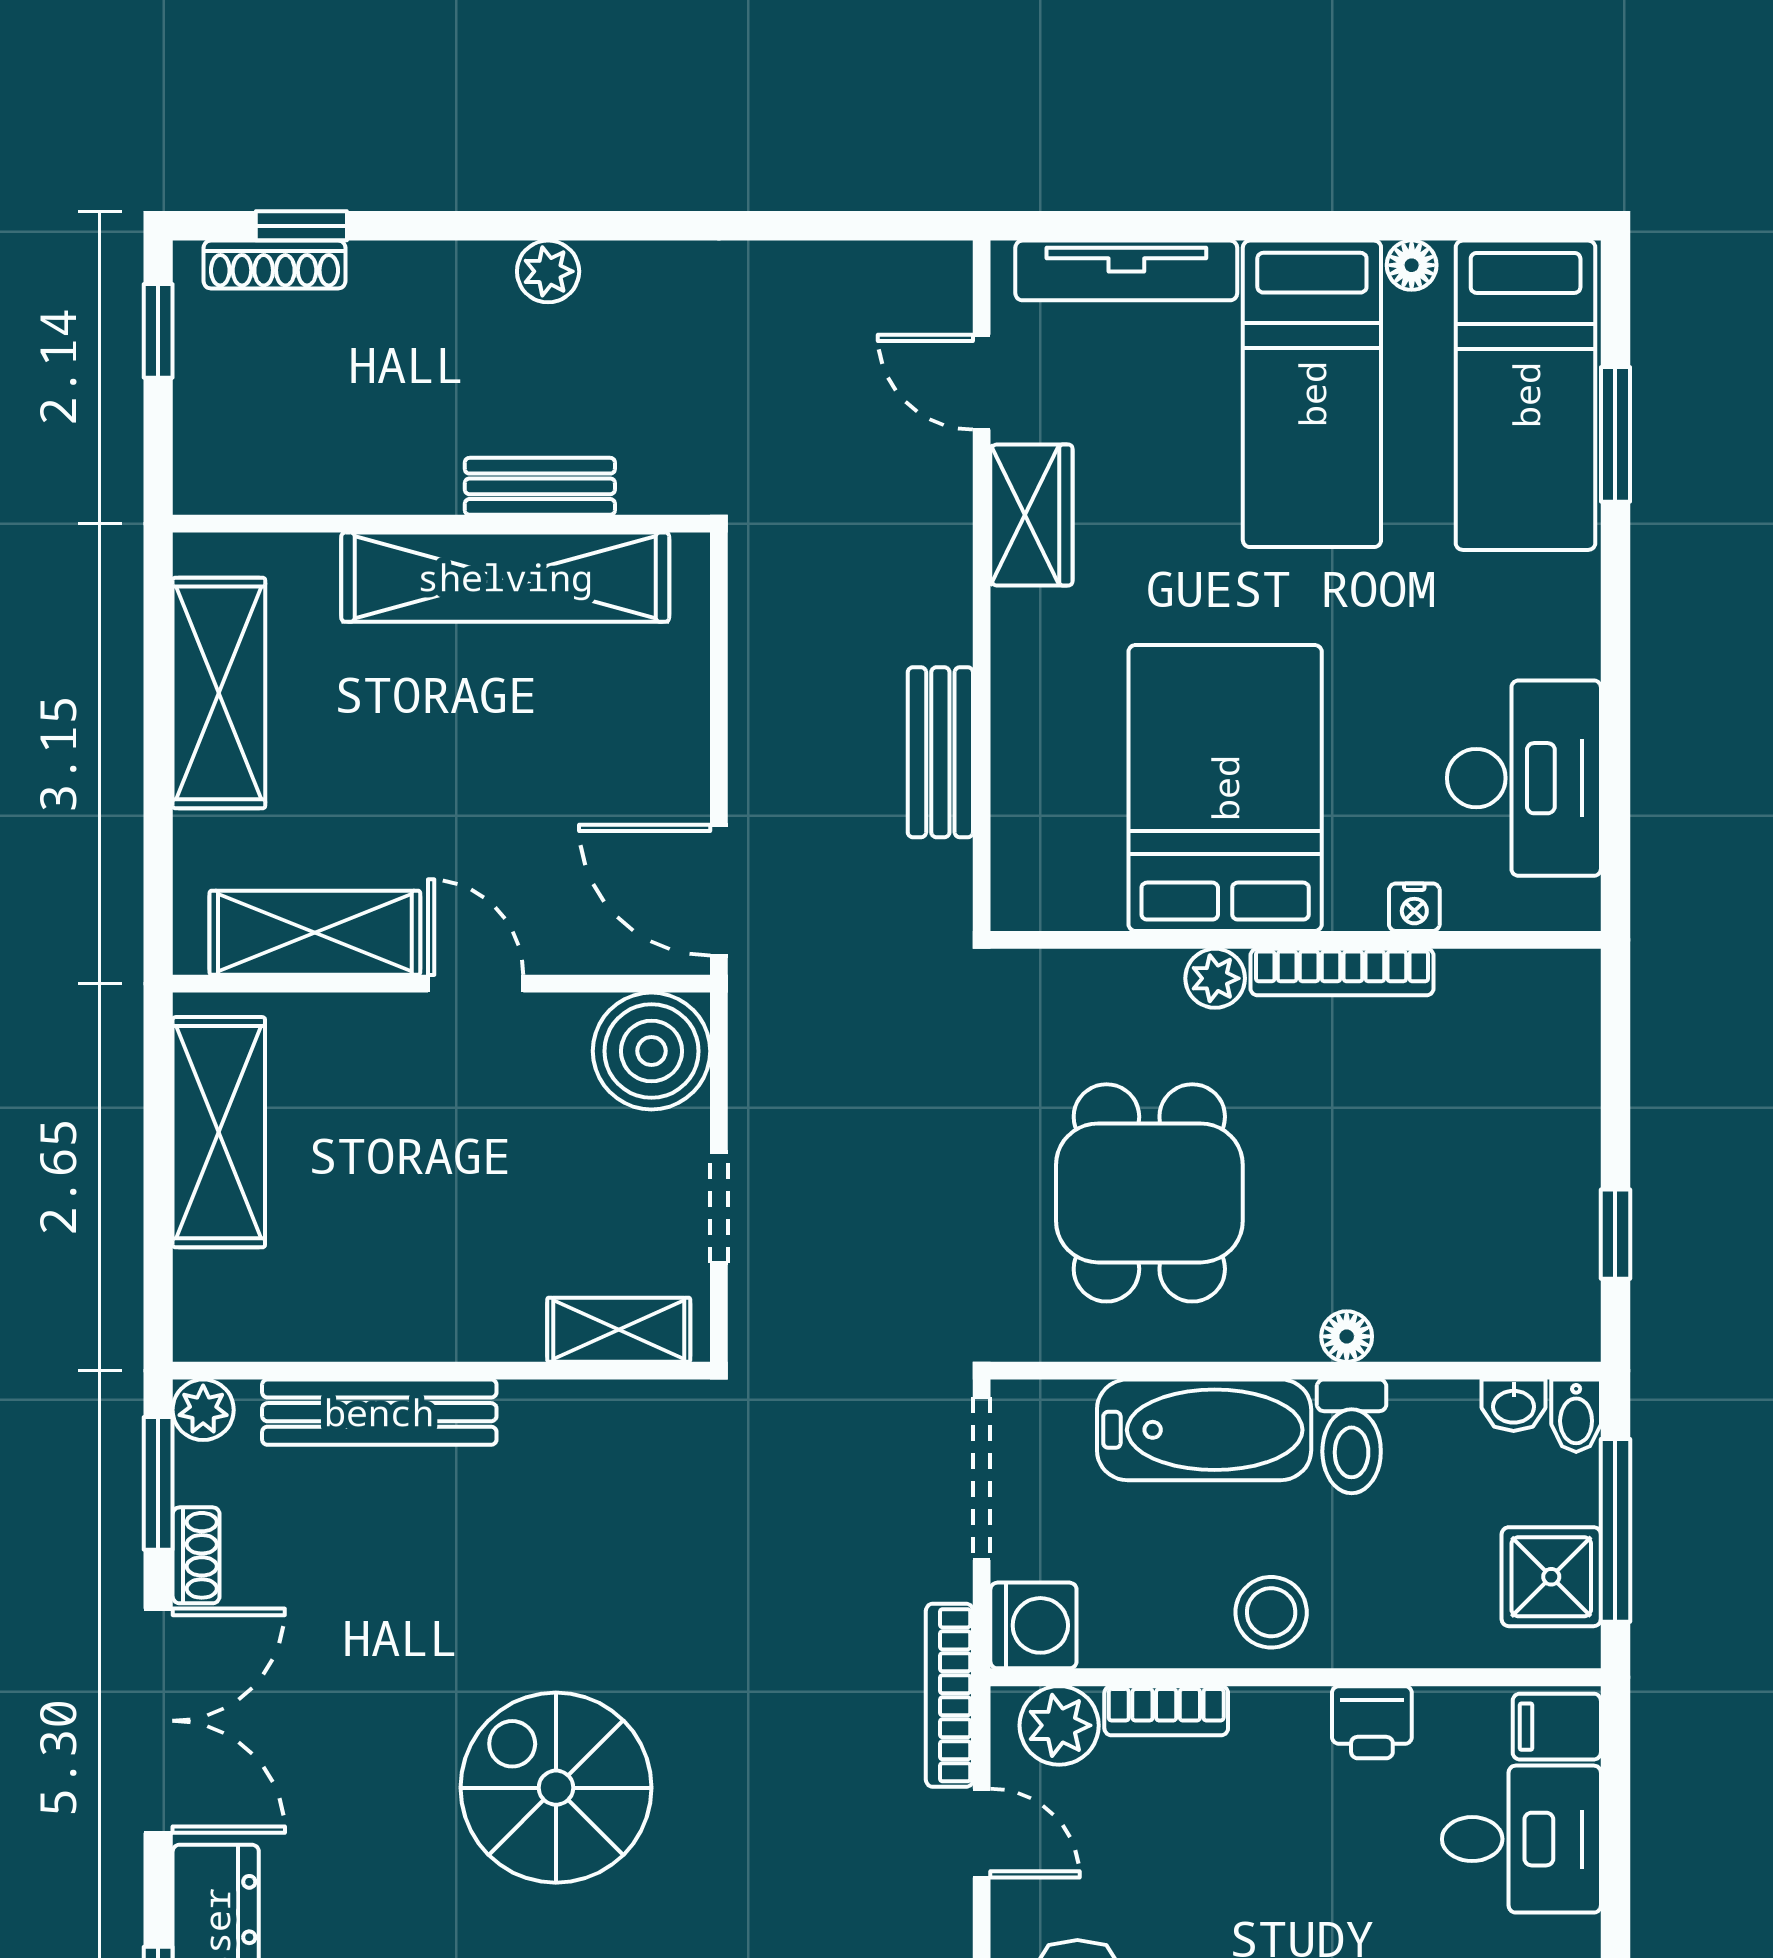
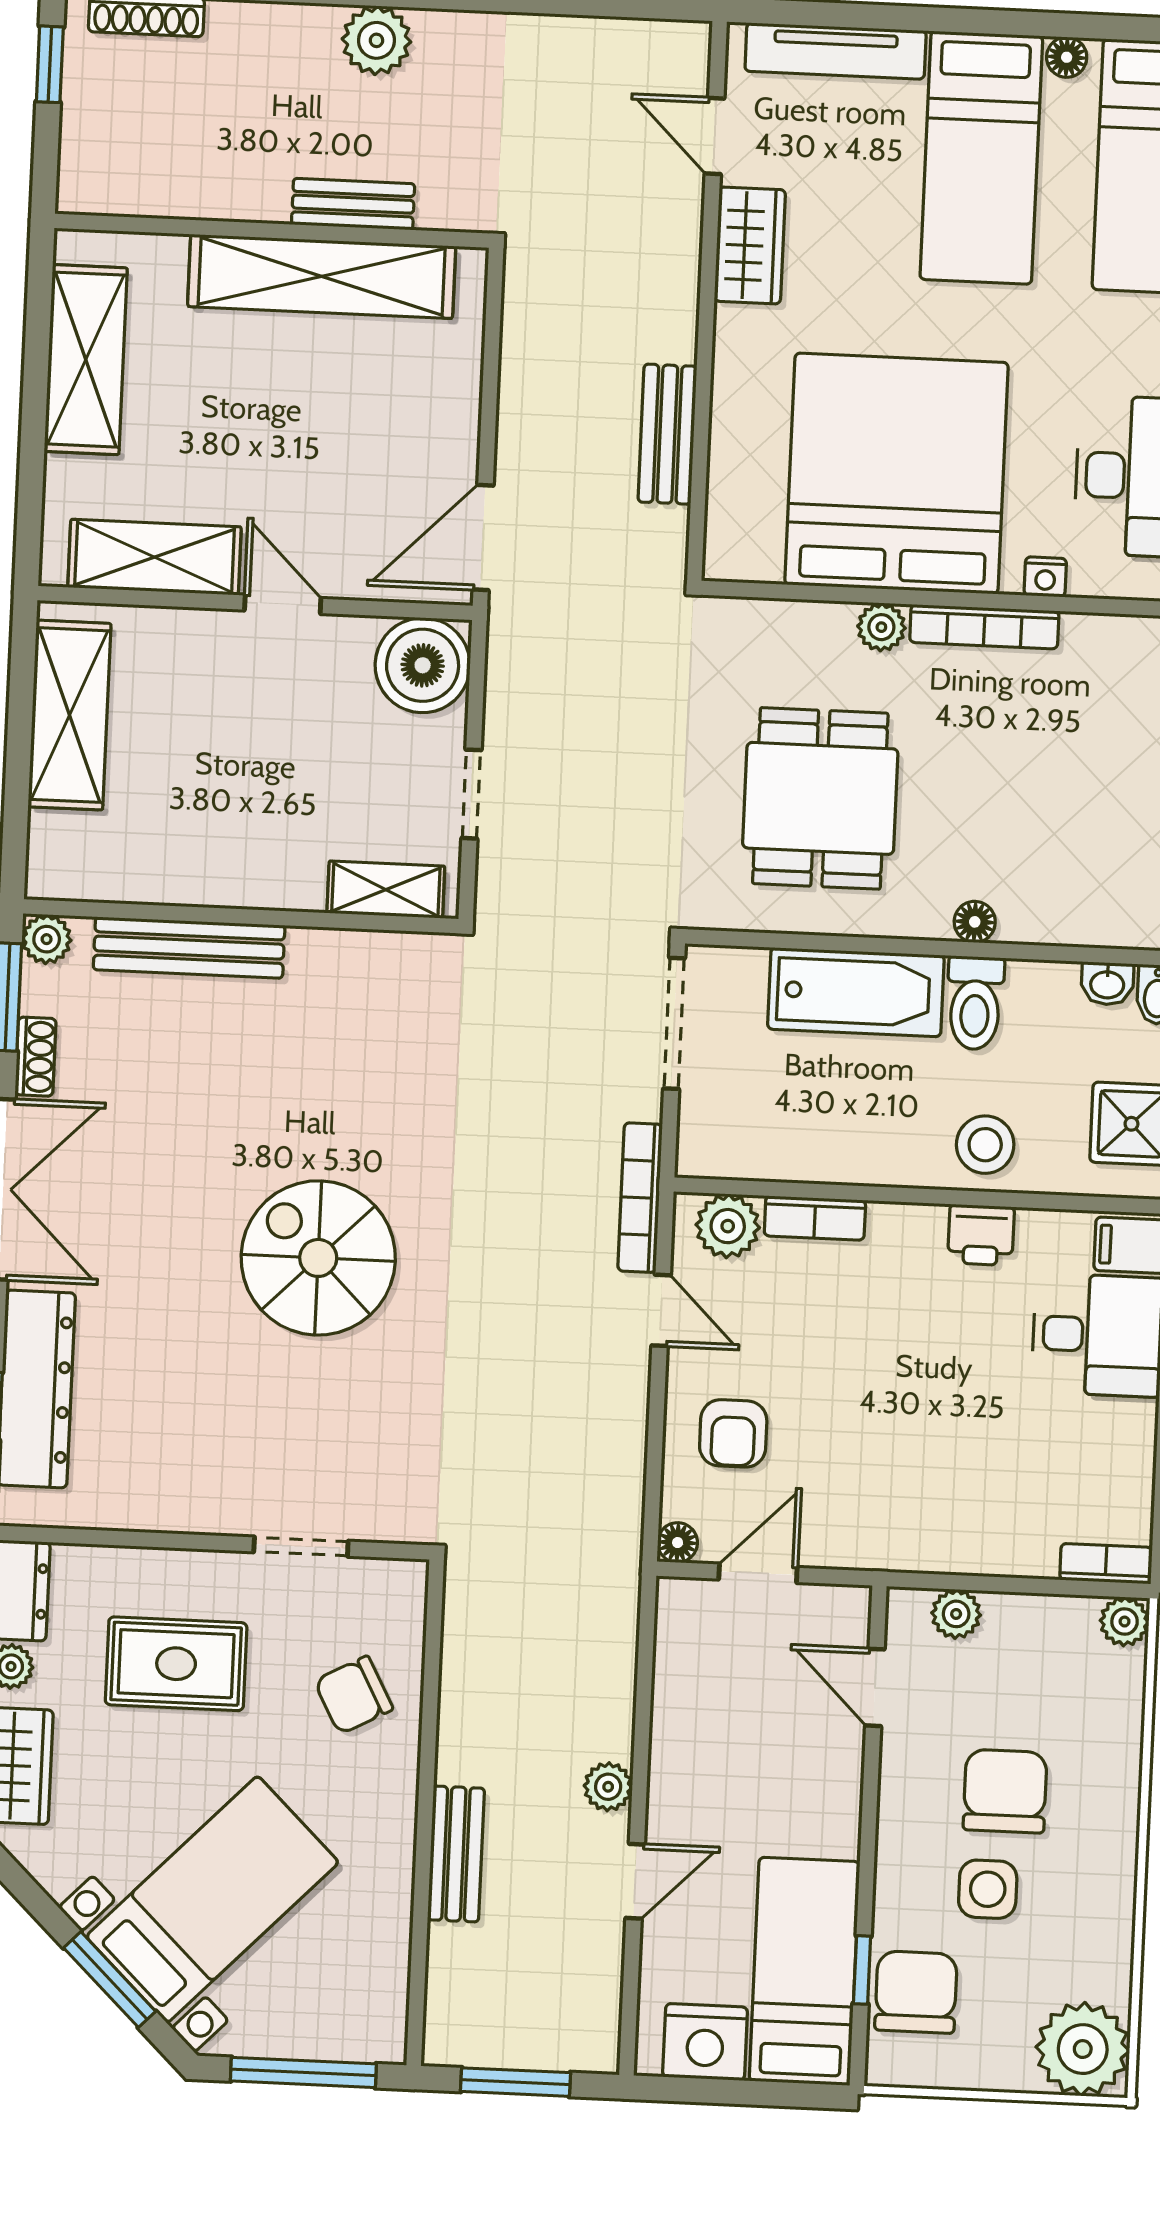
plant: (548, 271) -> (376, 40), width x1.38, depth x1.38
bed: (1225, 788) -> (896, 473), width x1.36
door: (719, 890) -> (483, 537), hinge flipped
stool: (1271, 1612) -> (985, 1145), moved
washing machine: (1033, 1625) -> (711, 1144), removed

